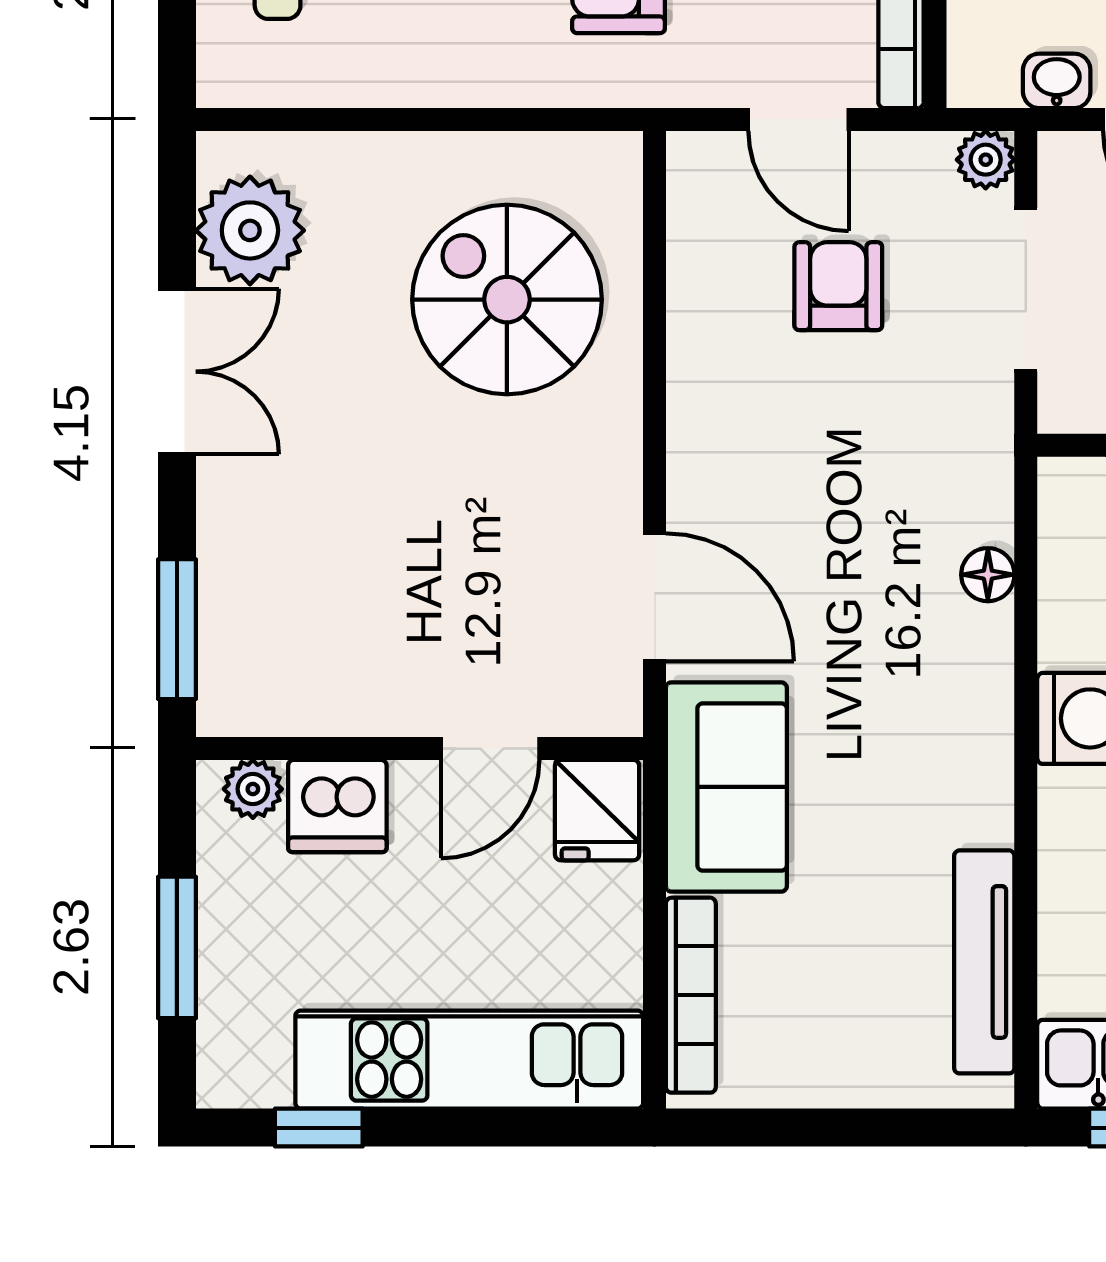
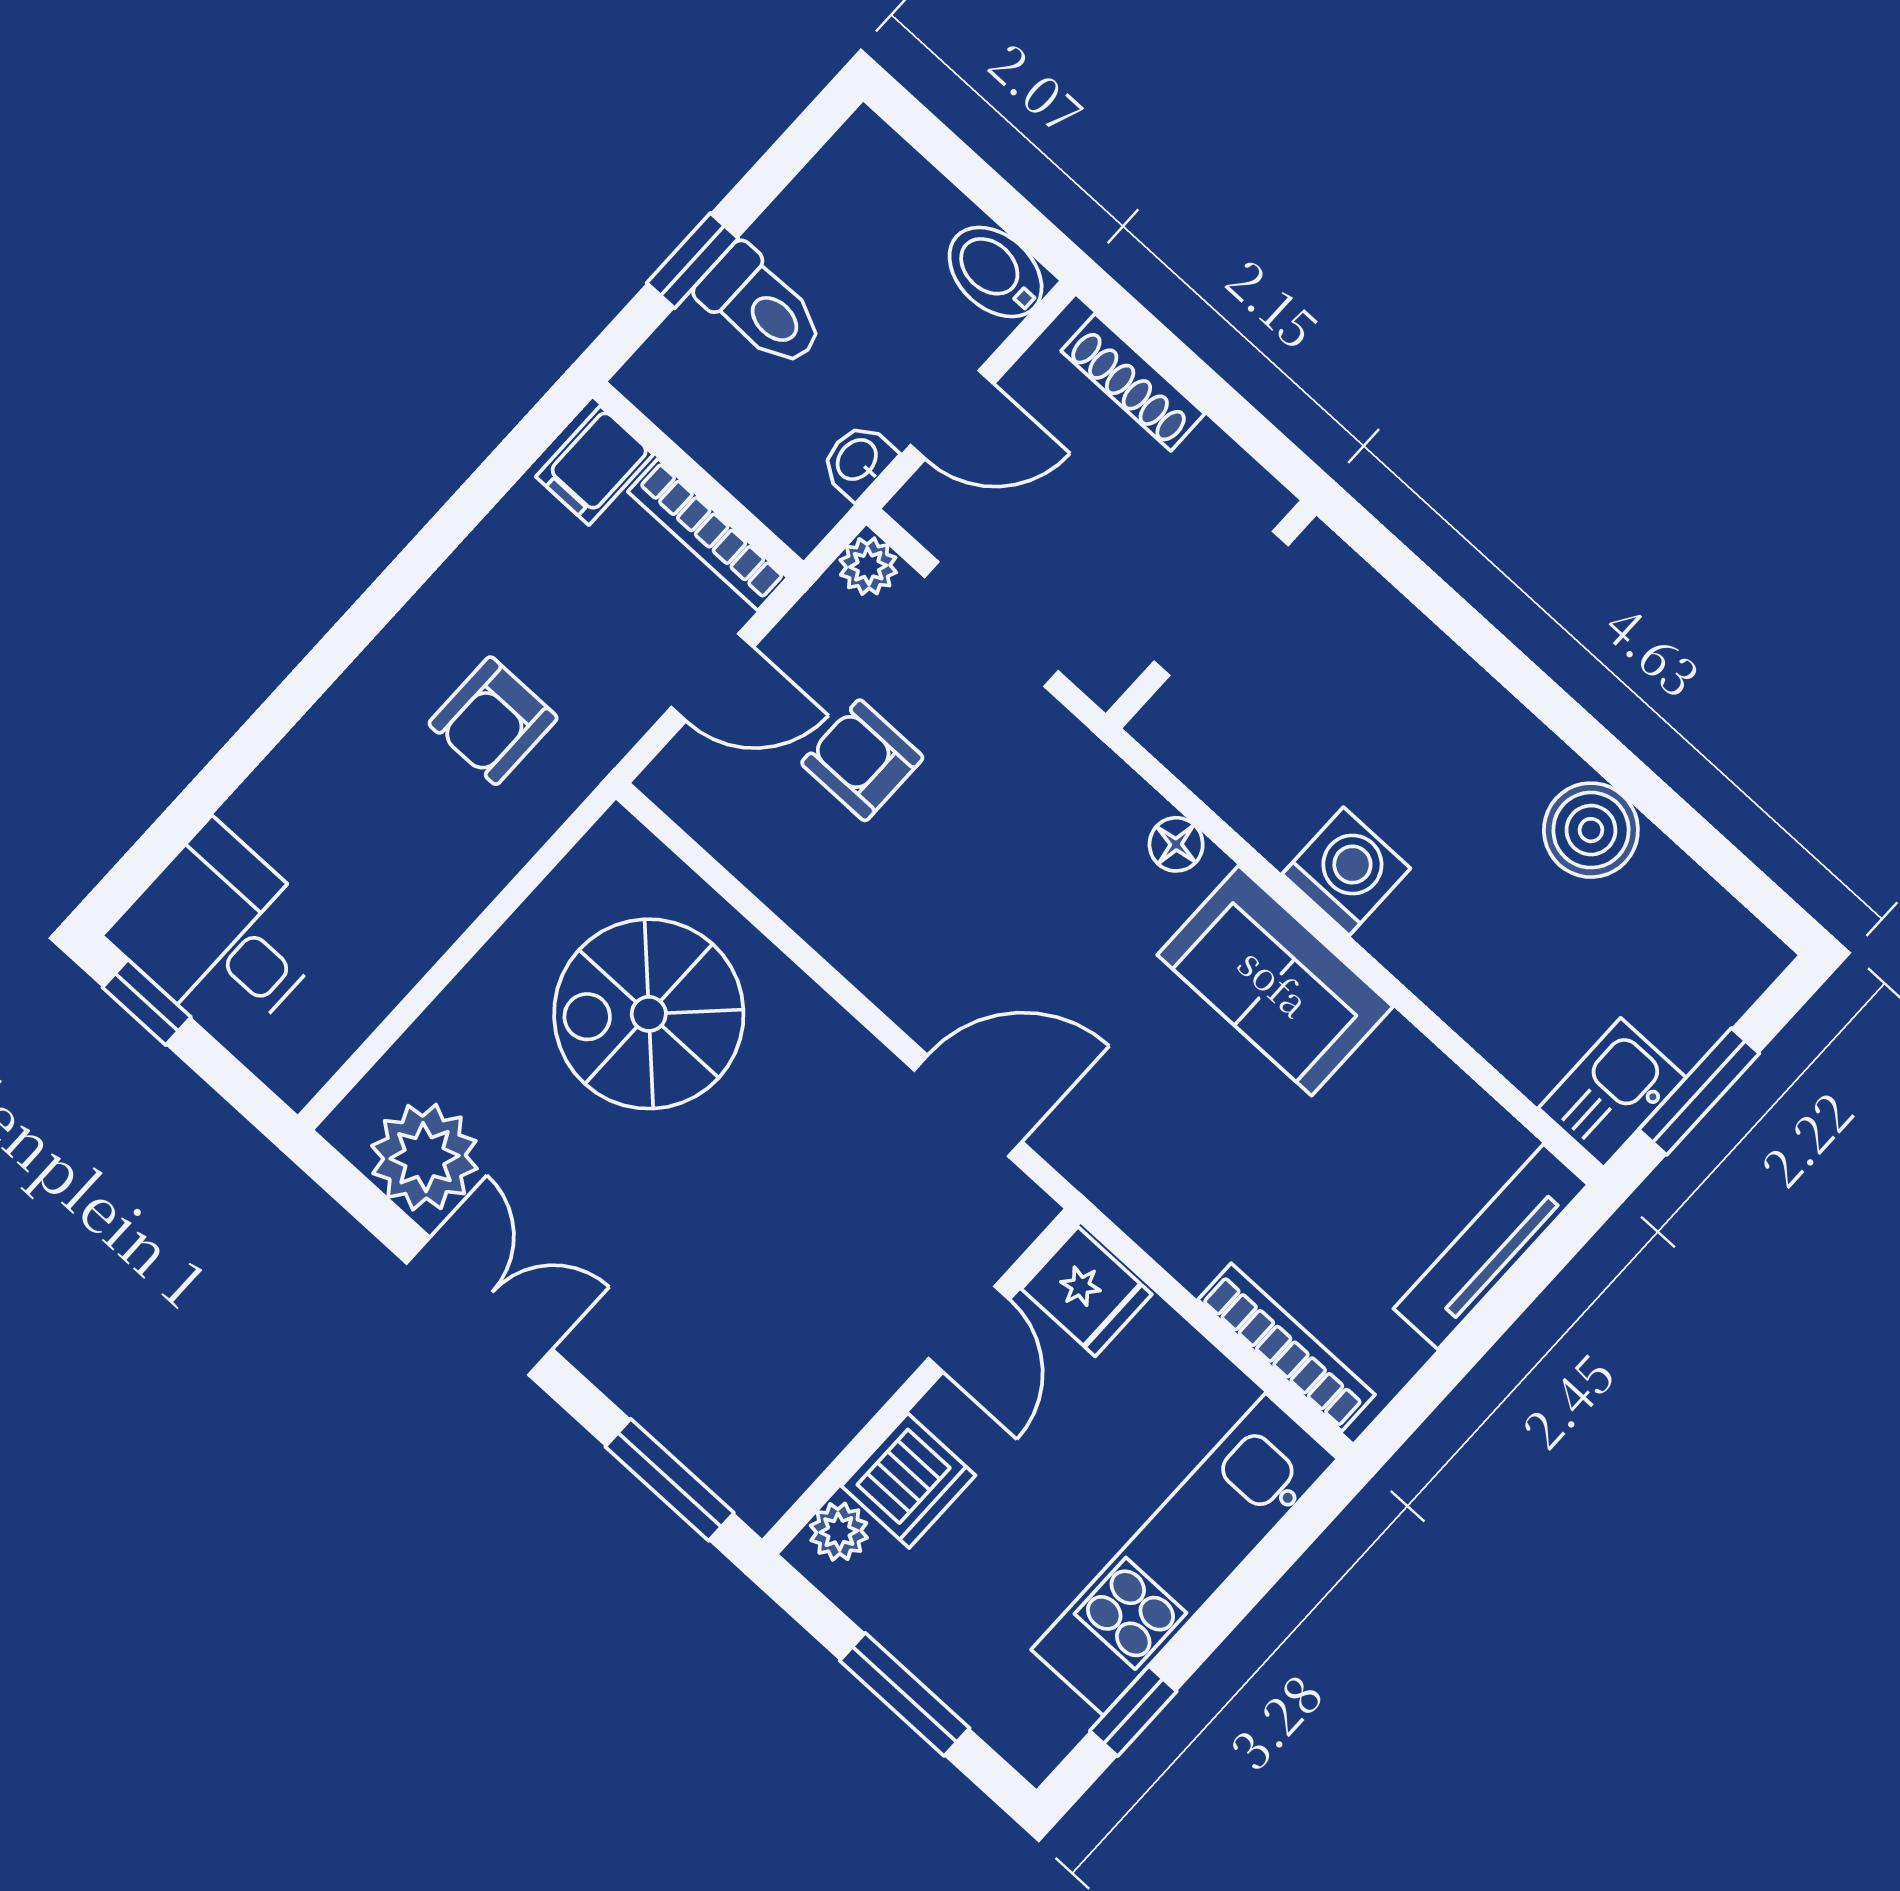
sofa: (726, 787) -> (1275, 981), moved, turned 180
tv unit: (984, 962) -> (1491, 1247), moved, turned 90

